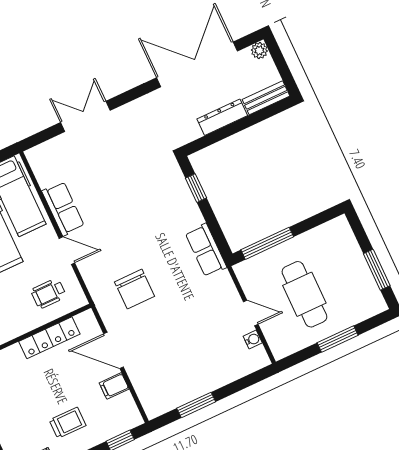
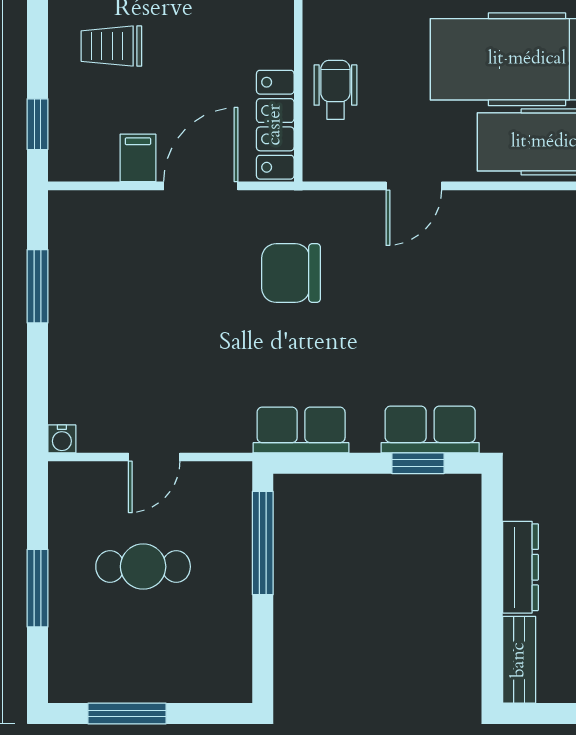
row of seats: (63, 209) -> (430, 429), moved, turned 180
wheelchair: (49, 293) -> (335, 90), moved
cafe table: (304, 294) -> (143, 567), width x0.73, depth x0.74
locker: (49, 338) -> (275, 125), moved
water cooler: (253, 340) -> (62, 439), moved
trolley: (67, 423) -> (111, 46), turned 90

